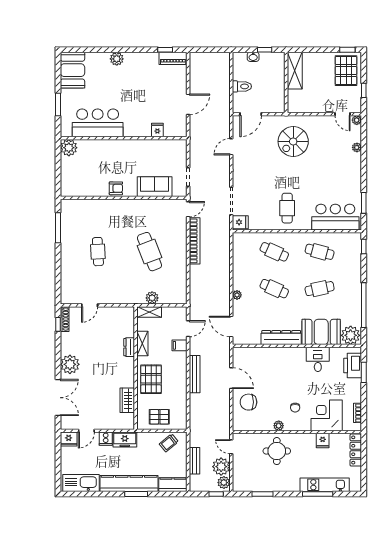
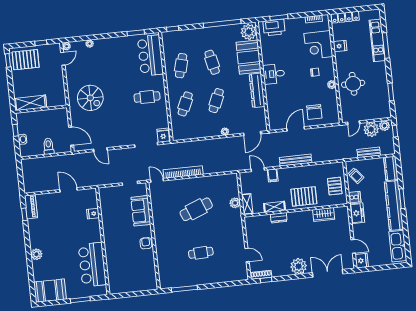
plant: (69, 148) -> (116, 287), removed
desk: (318, 359) -> (274, 74), moved
cooker: (106, 439) -> (355, 197), moved

